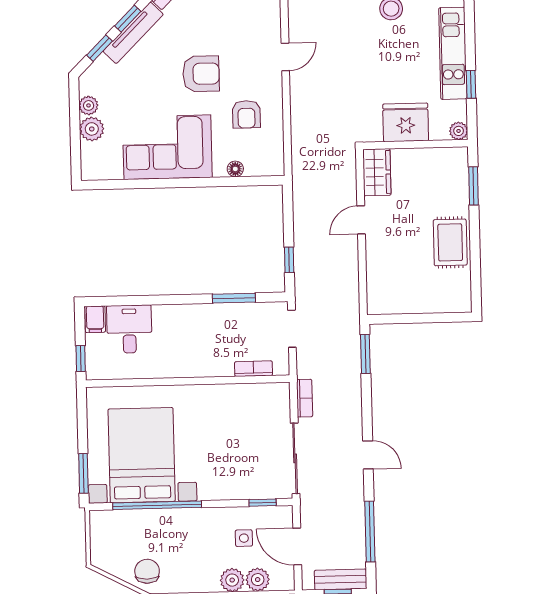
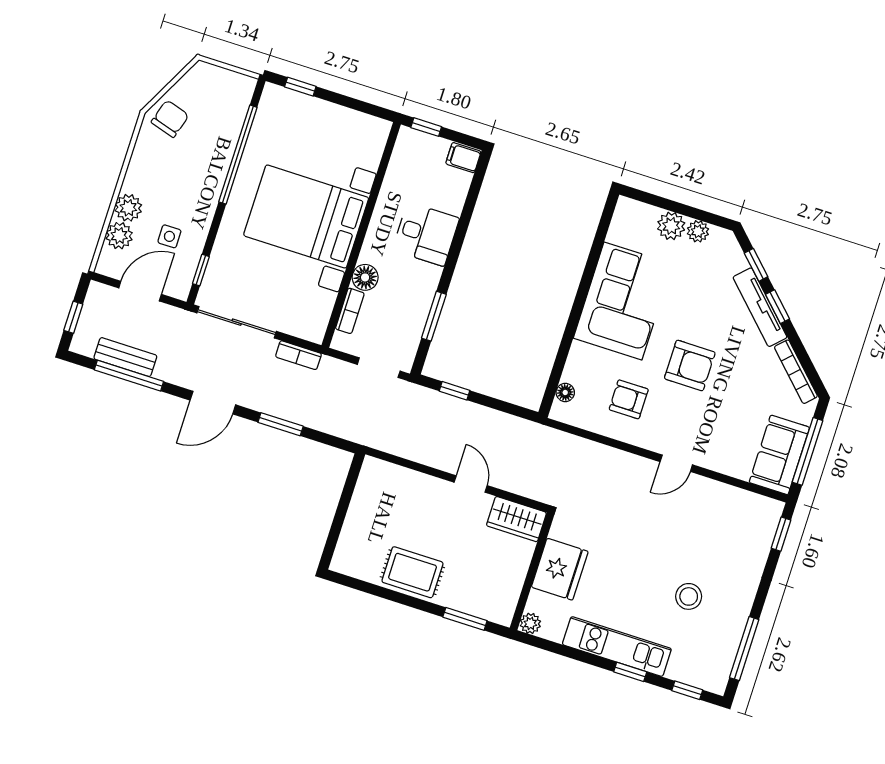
door: (285, 57) -> (676, 463), hinge flipped
armchair: (201, 74) -> (690, 365), turned -90
window: (471, 84) -> (630, 672), moved
floor lamp: (235, 169) -> (565, 392), moved
desk: (129, 329) -> (426, 234), moved
window: (365, 354) -> (281, 424), moved
floor lamp: (222, 366) -> (365, 277), added
bed with nightstands: (142, 455) -> (306, 217), moved, turned 180
door: (368, 455) -> (213, 403), width x1.37
window: (83, 473) -> (300, 87), width x0.67
chair: (147, 571) -> (170, 119), turned -73
bench: (341, 579) -> (125, 357), moved, turned 90

